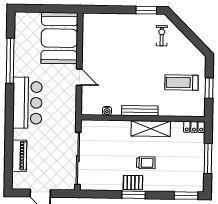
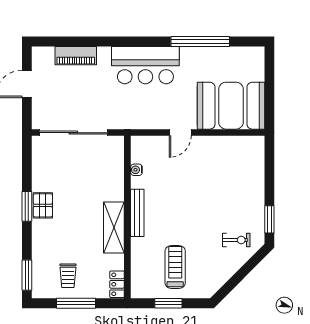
trolley: (146, 163) -> (68, 276), moved

